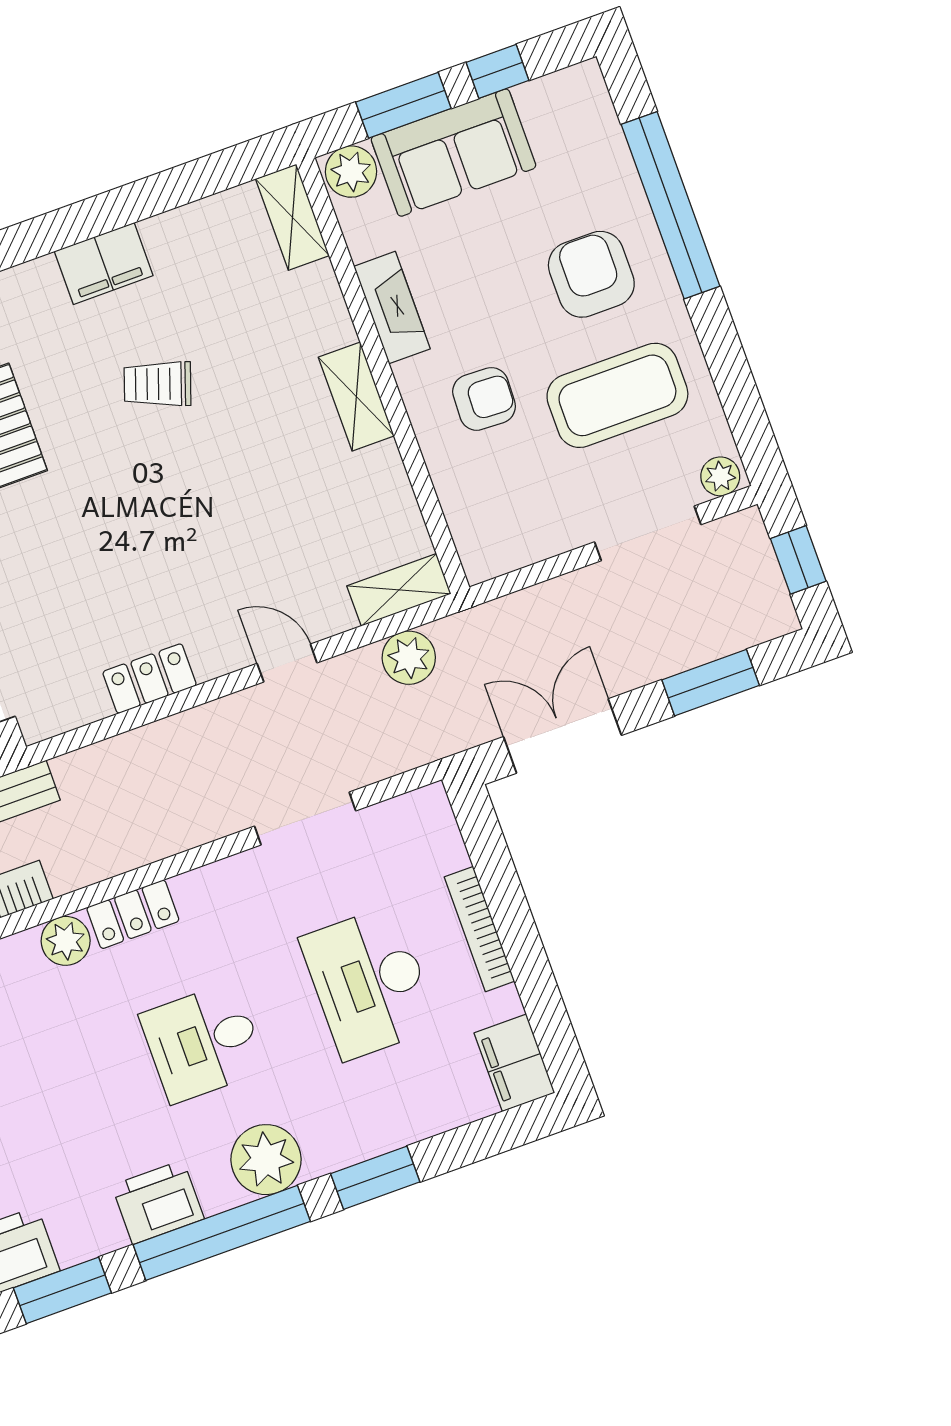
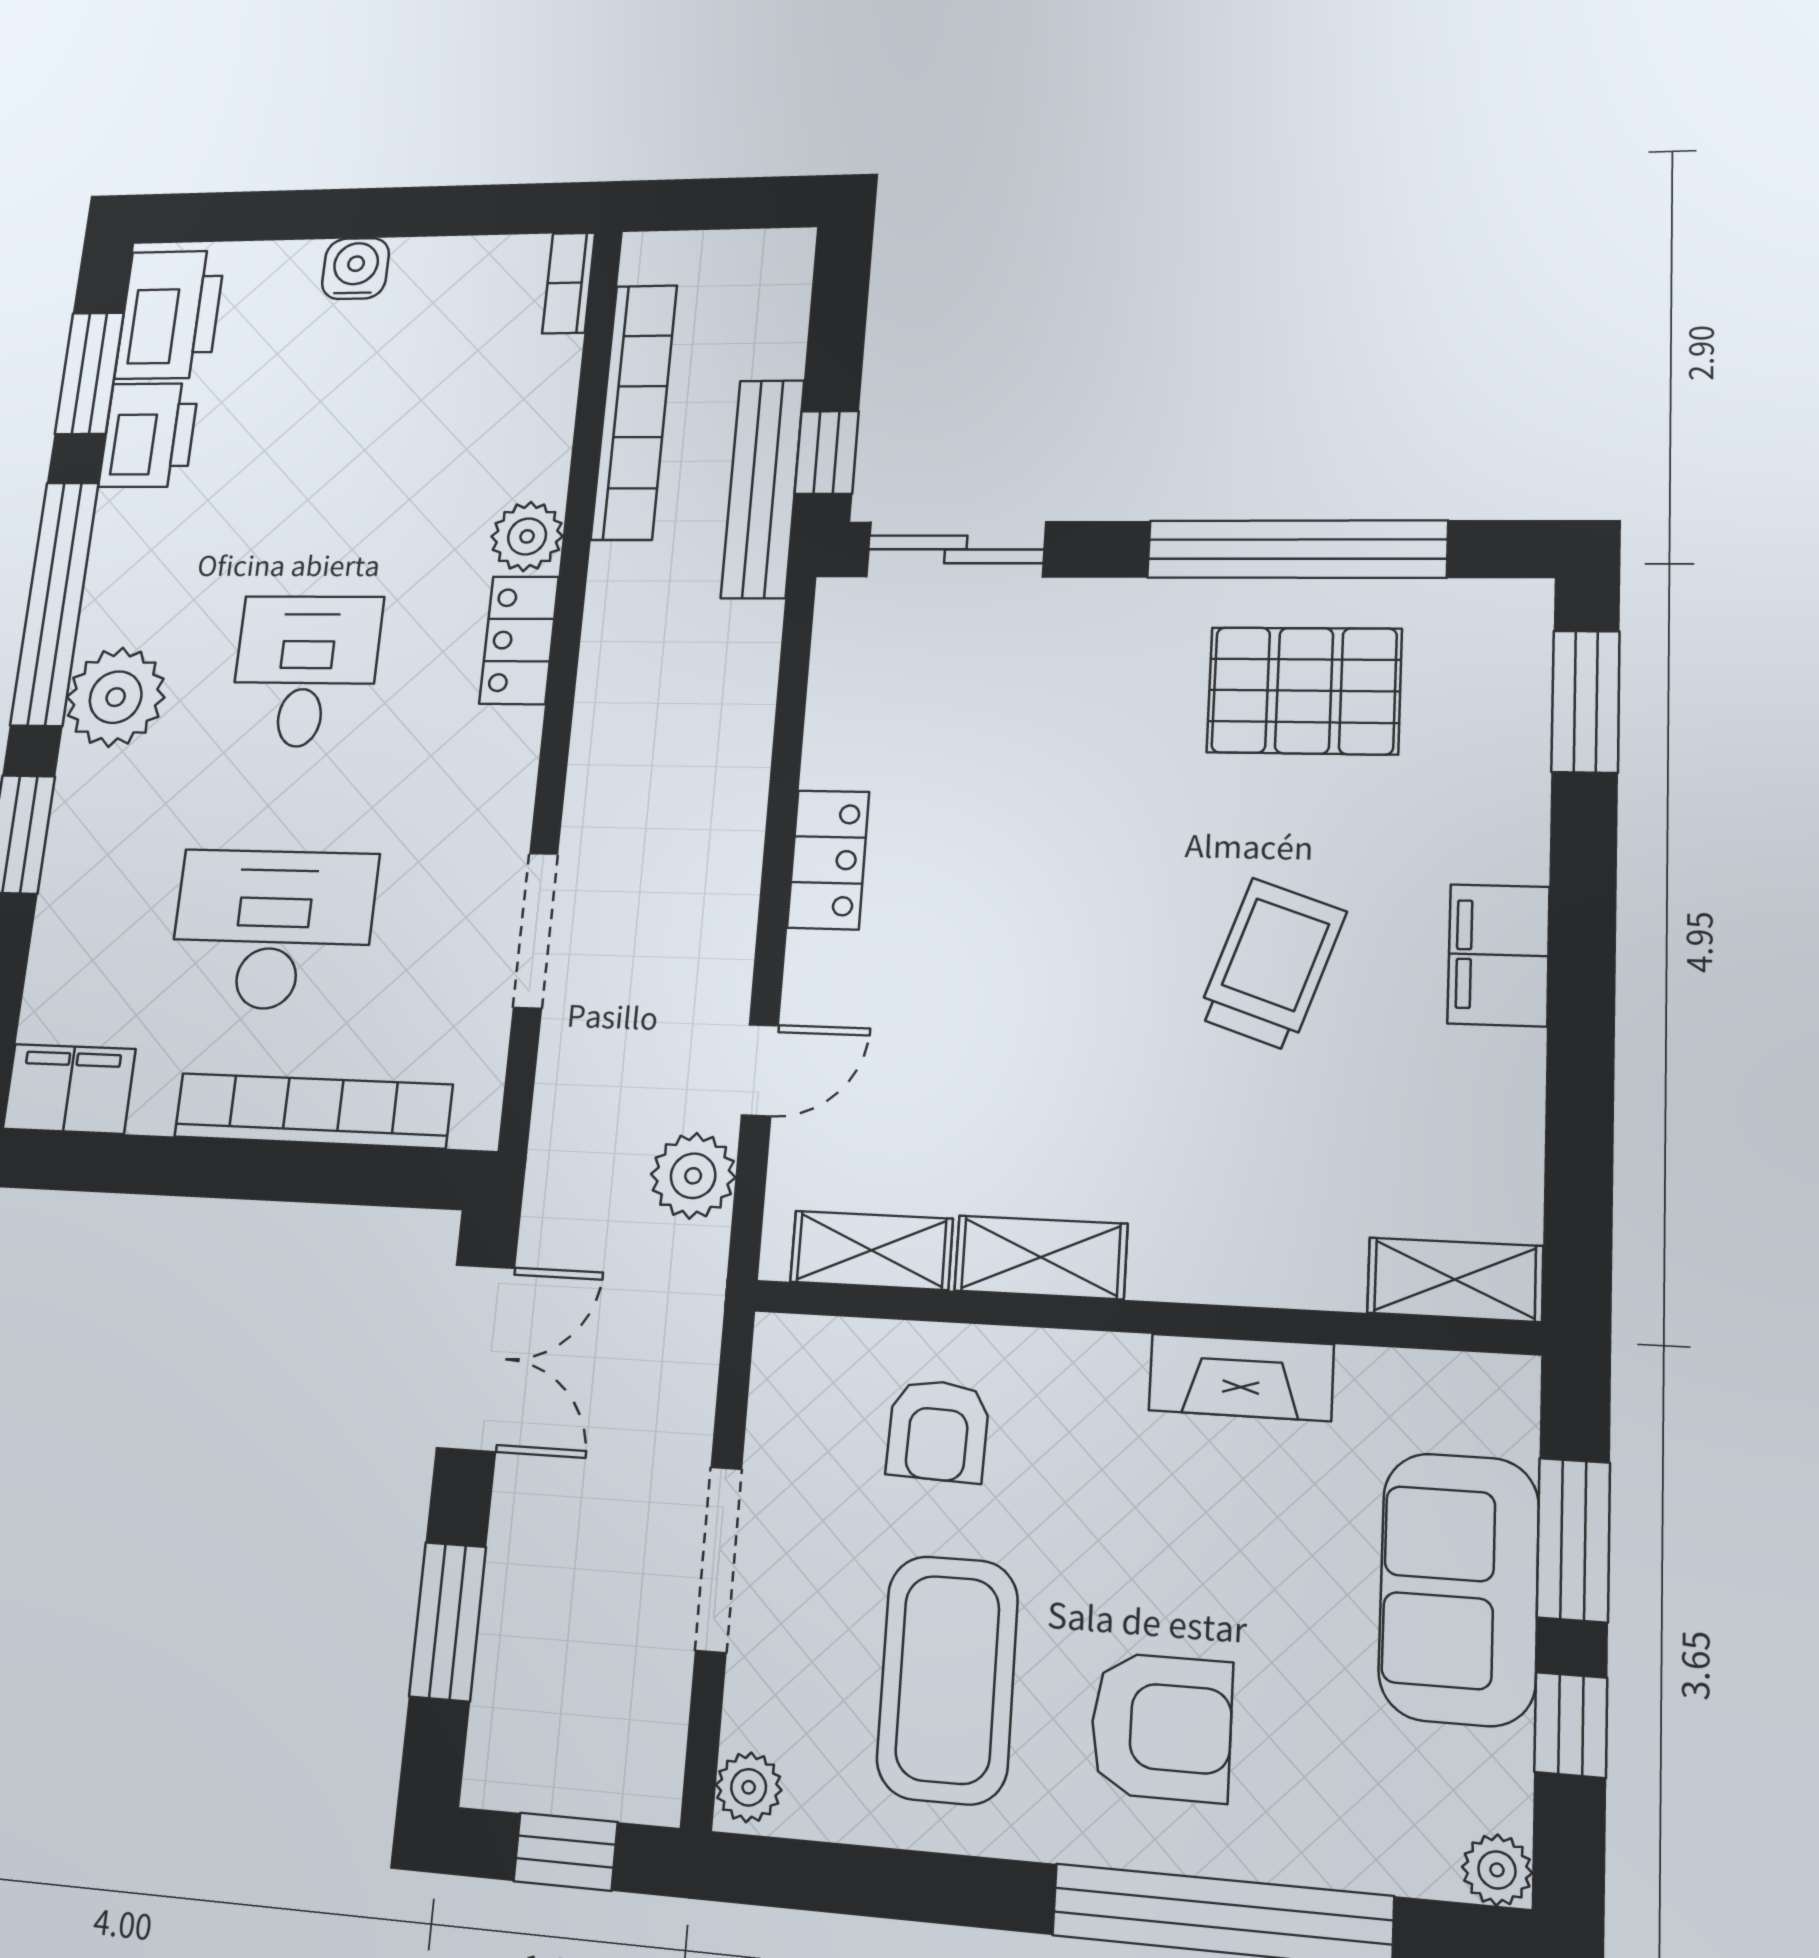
plant: (351, 172) -> (1497, 1870), moved, width x0.73, depth x0.73
trolley: (157, 384) -> (1271, 964), width x1.36, depth x1.39
shelving: (356, 396) -> (1041, 1257), moved
armchair: (484, 399) -> (938, 1431), moved
doorway: (648, 533) -> (719, 1559), moved
shelving: (399, 590) -> (872, 1250), moved, turned 90
door: (287, 663) -> (760, 1070), moved
locker: (150, 679) -> (828, 860), moved
bookcase: (479, 929) -> (313, 1111), width x1.48, depth x1.31
printer: (158, 1202) -> (149, 435), moved

